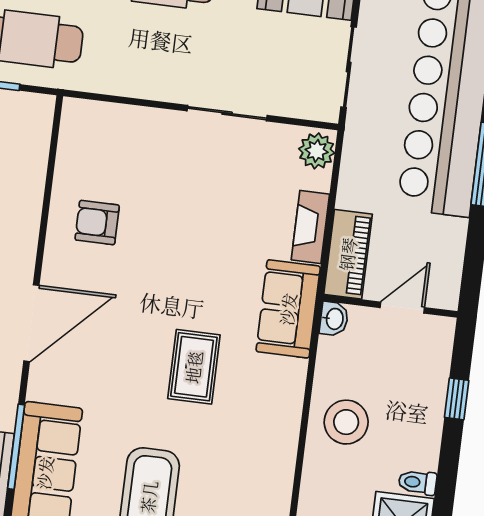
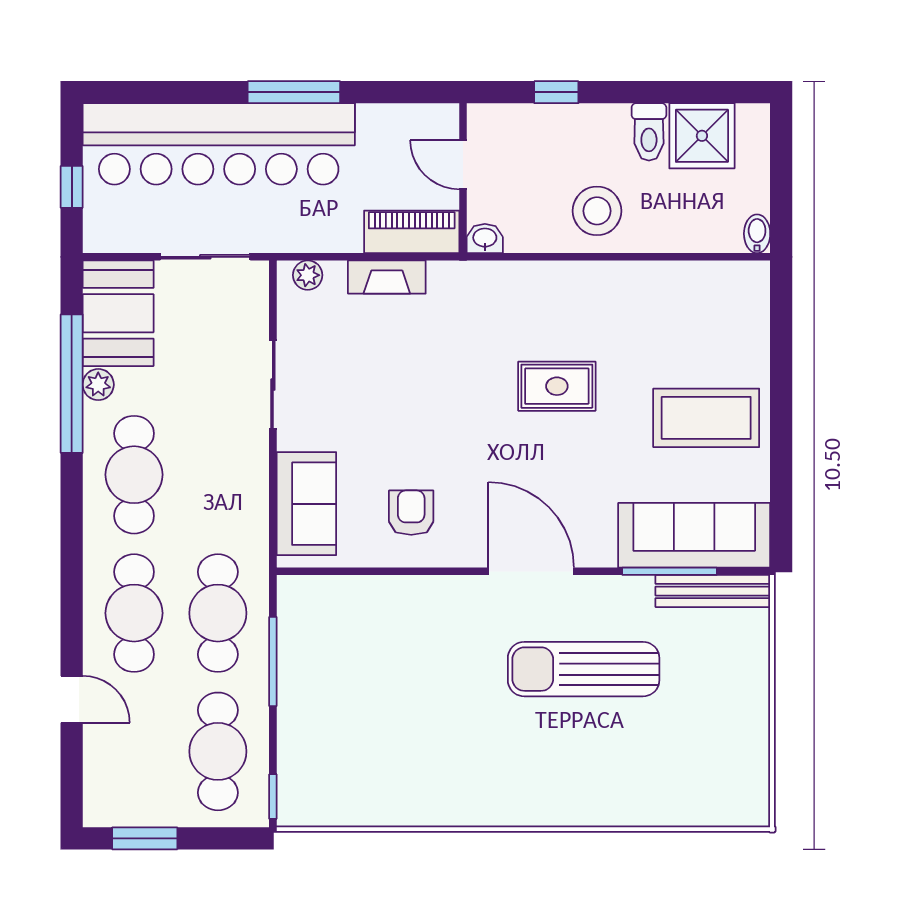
plant: (317, 151) -> (308, 275), width x0.73, depth x0.73
armchair: (97, 223) -> (411, 513), turned 180
sofa: (288, 309) -> (306, 504), moved, turned -90
toilet: (418, 482) -> (649, 132), width x1.37, depth x1.39

